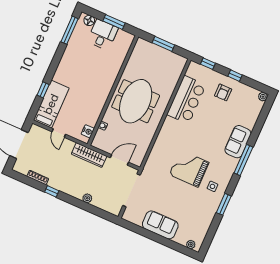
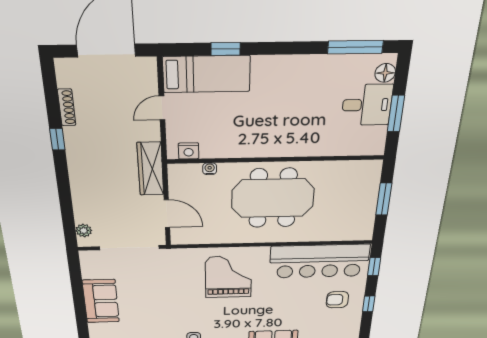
bar counter: (186, 100) -> (319, 261), width x1.36
grand piano: (189, 169) -> (228, 277), moved
plant: (87, 198) -> (84, 231), moved

